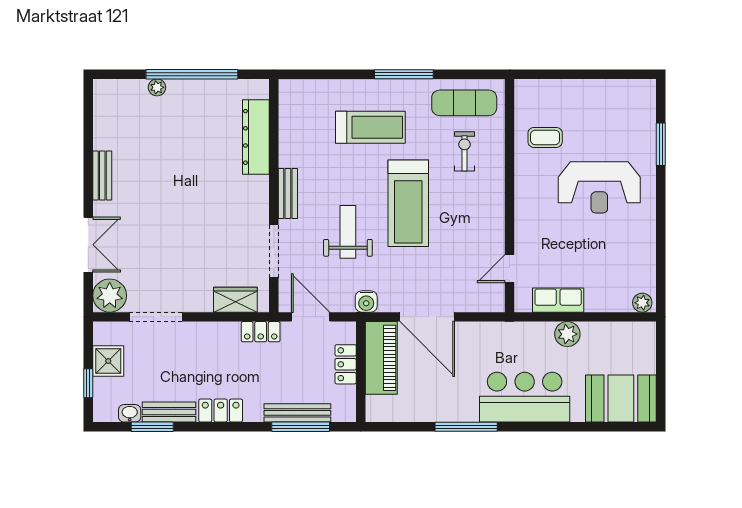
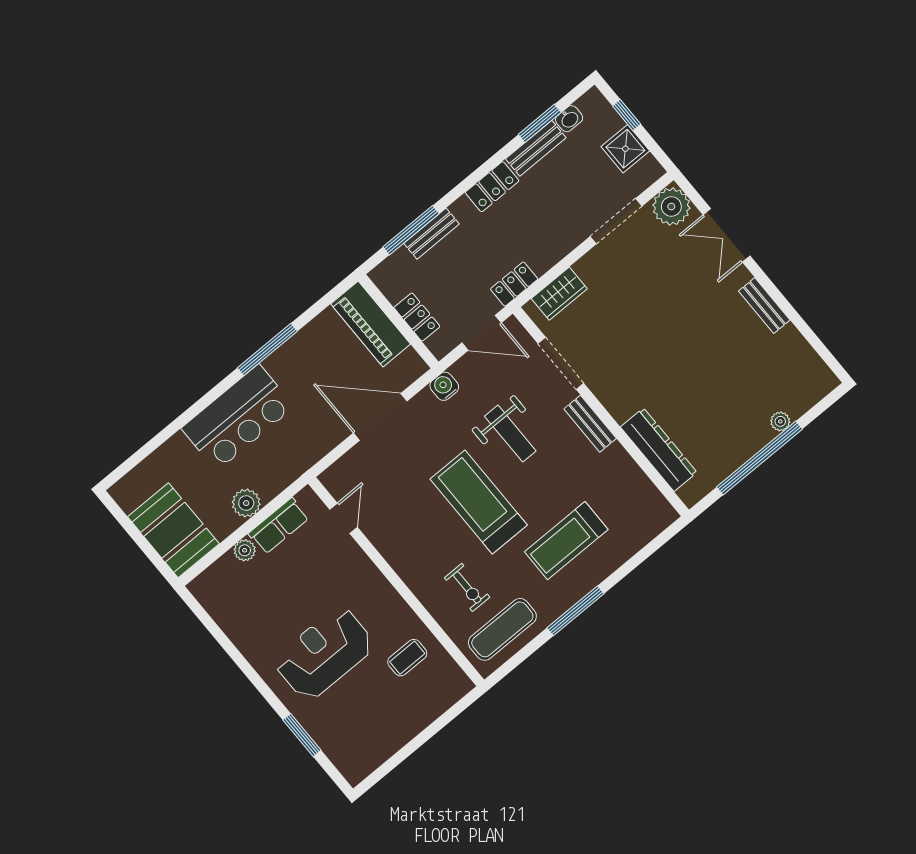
plant: (642, 303) -> (245, 550), moved
piano: (381, 358) -> (371, 324), moved
booth: (621, 399) -> (173, 530), moved, turned 90
bench: (297, 413) -> (431, 234), width x0.73

